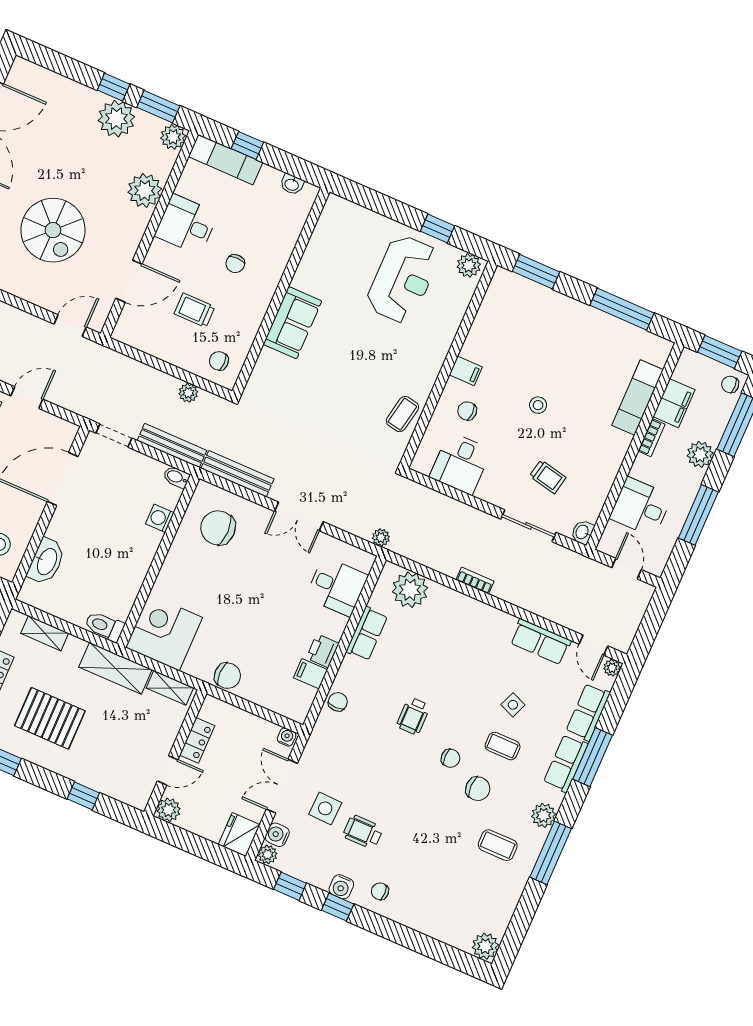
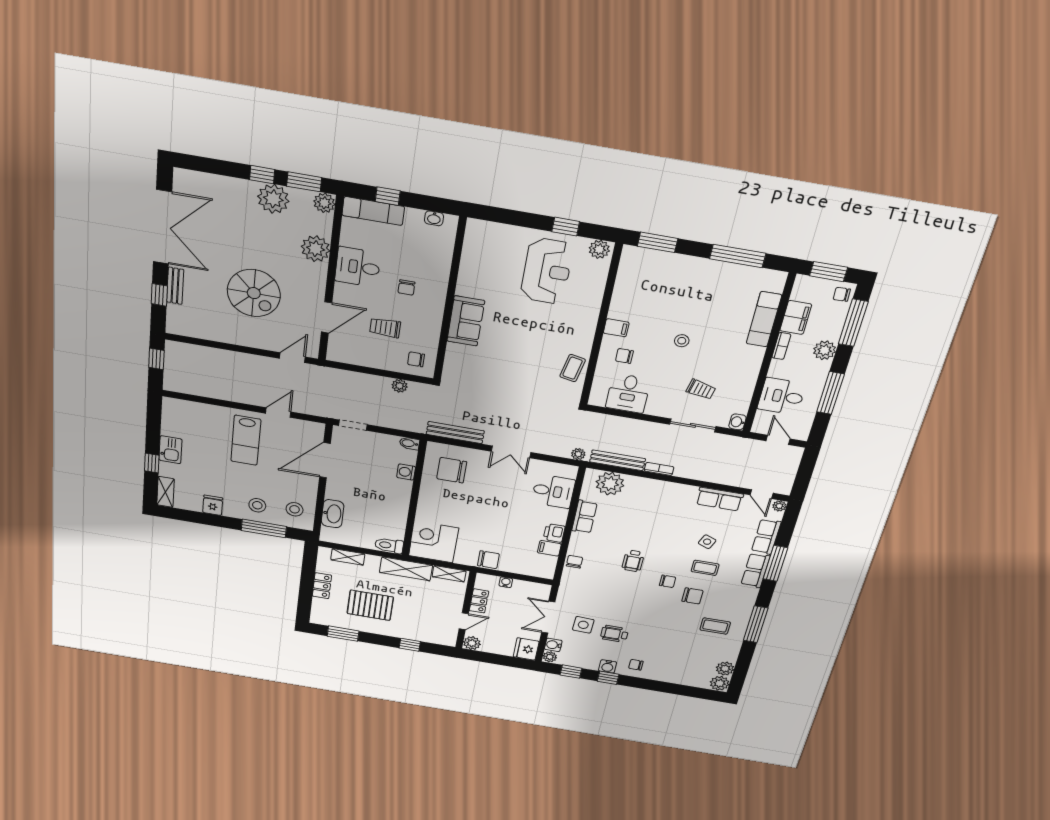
bench: (172, 446) -> (618, 460), moved
water cooler: (287, 737) -> (506, 582), moved
plant: (544, 815) -> (725, 669), moved

